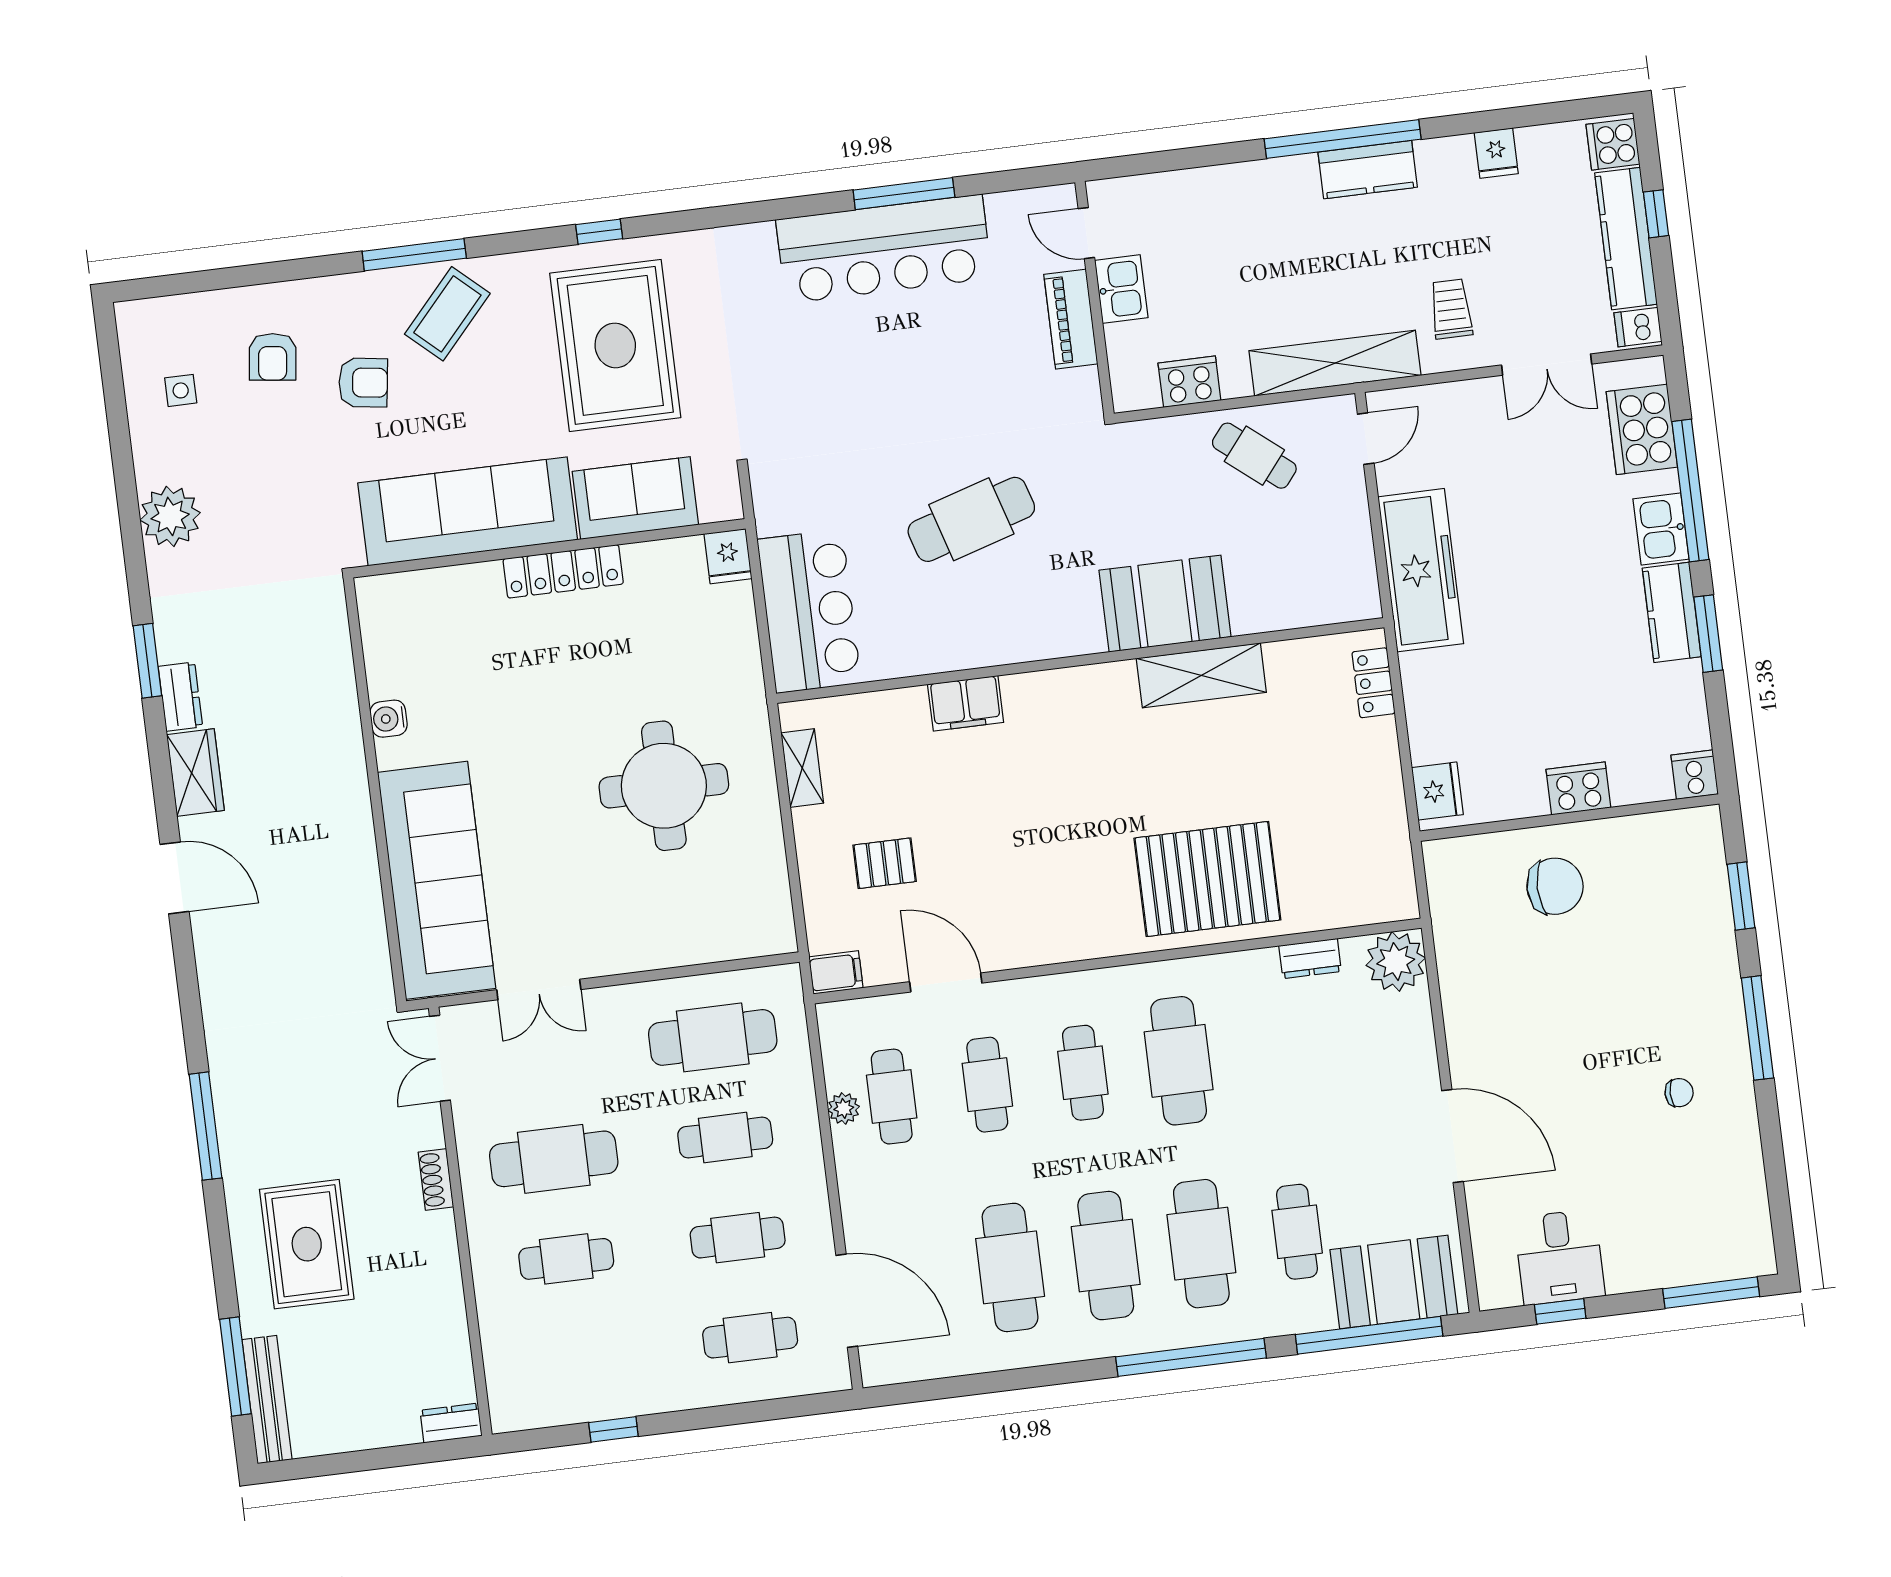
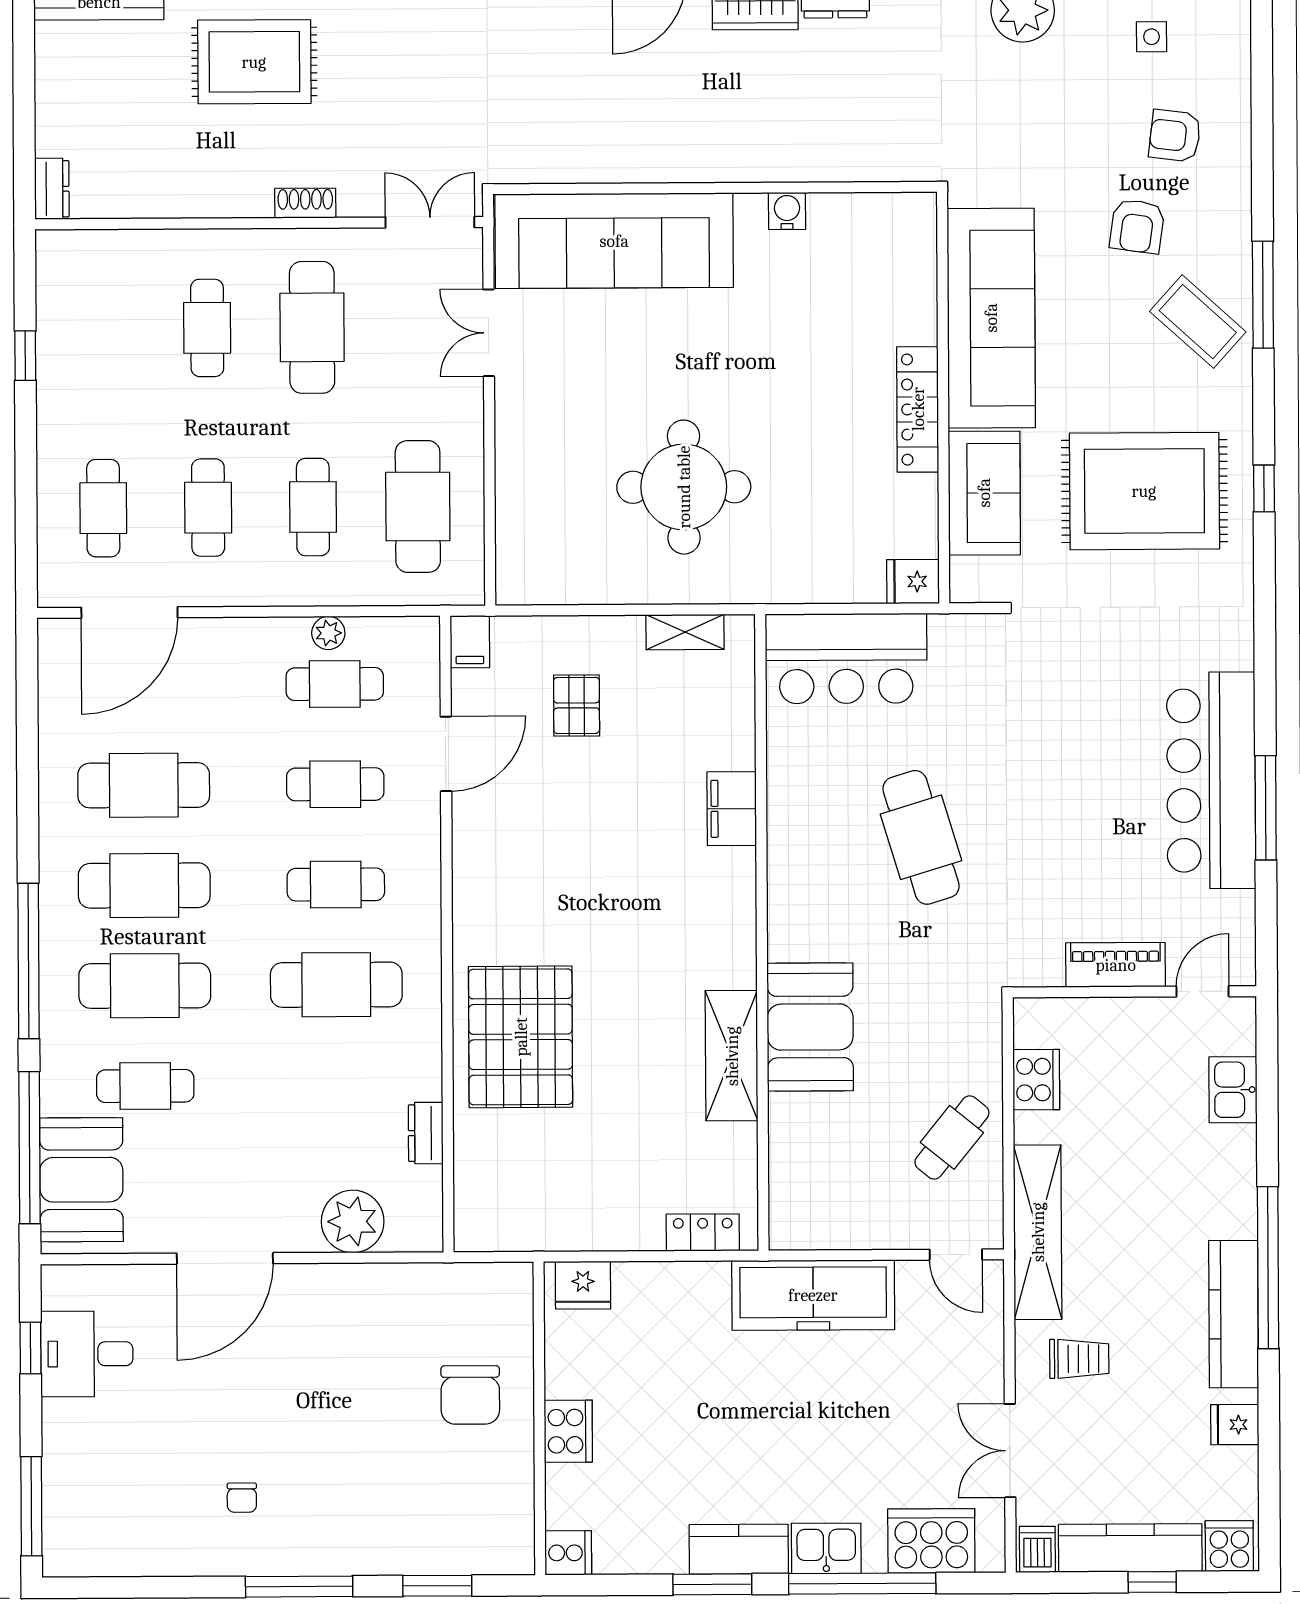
kitchen counter: (1368, 170) -> (1234, 1314), width x1.50
kitchen sink: (1121, 289) -> (1233, 1090), moved, turned 90
plant: (1396, 962) -> (353, 1221), moved

